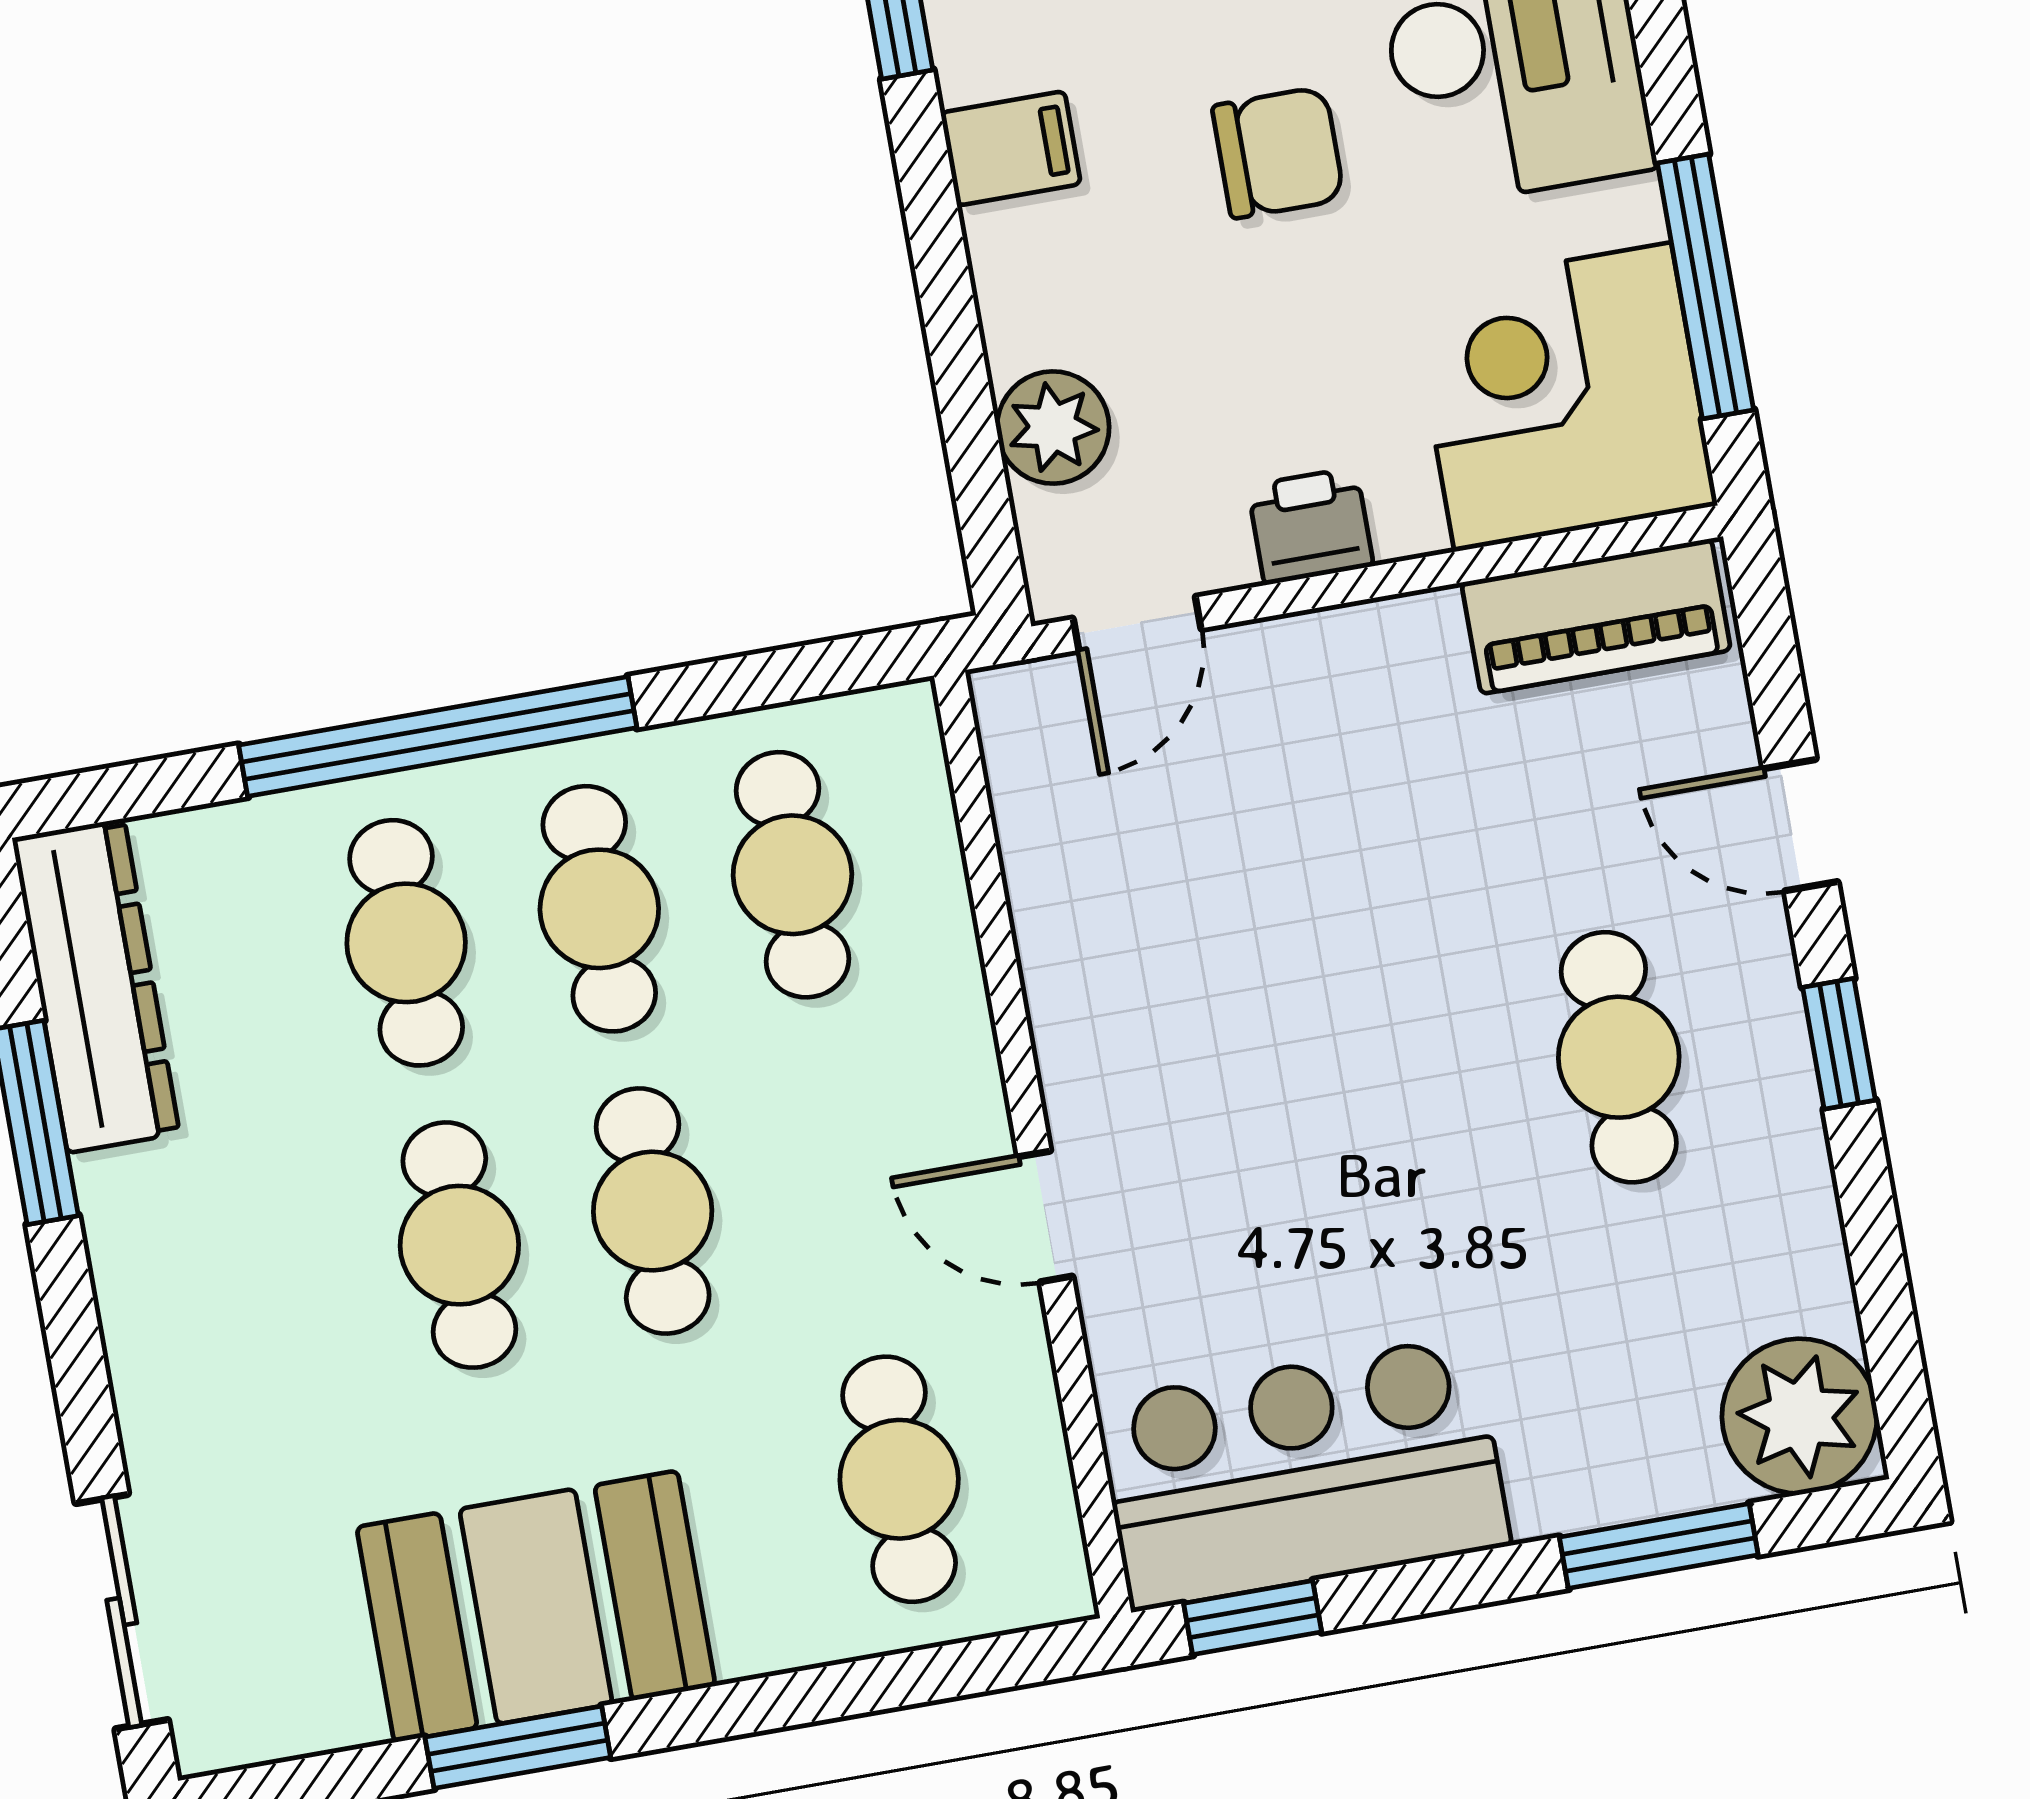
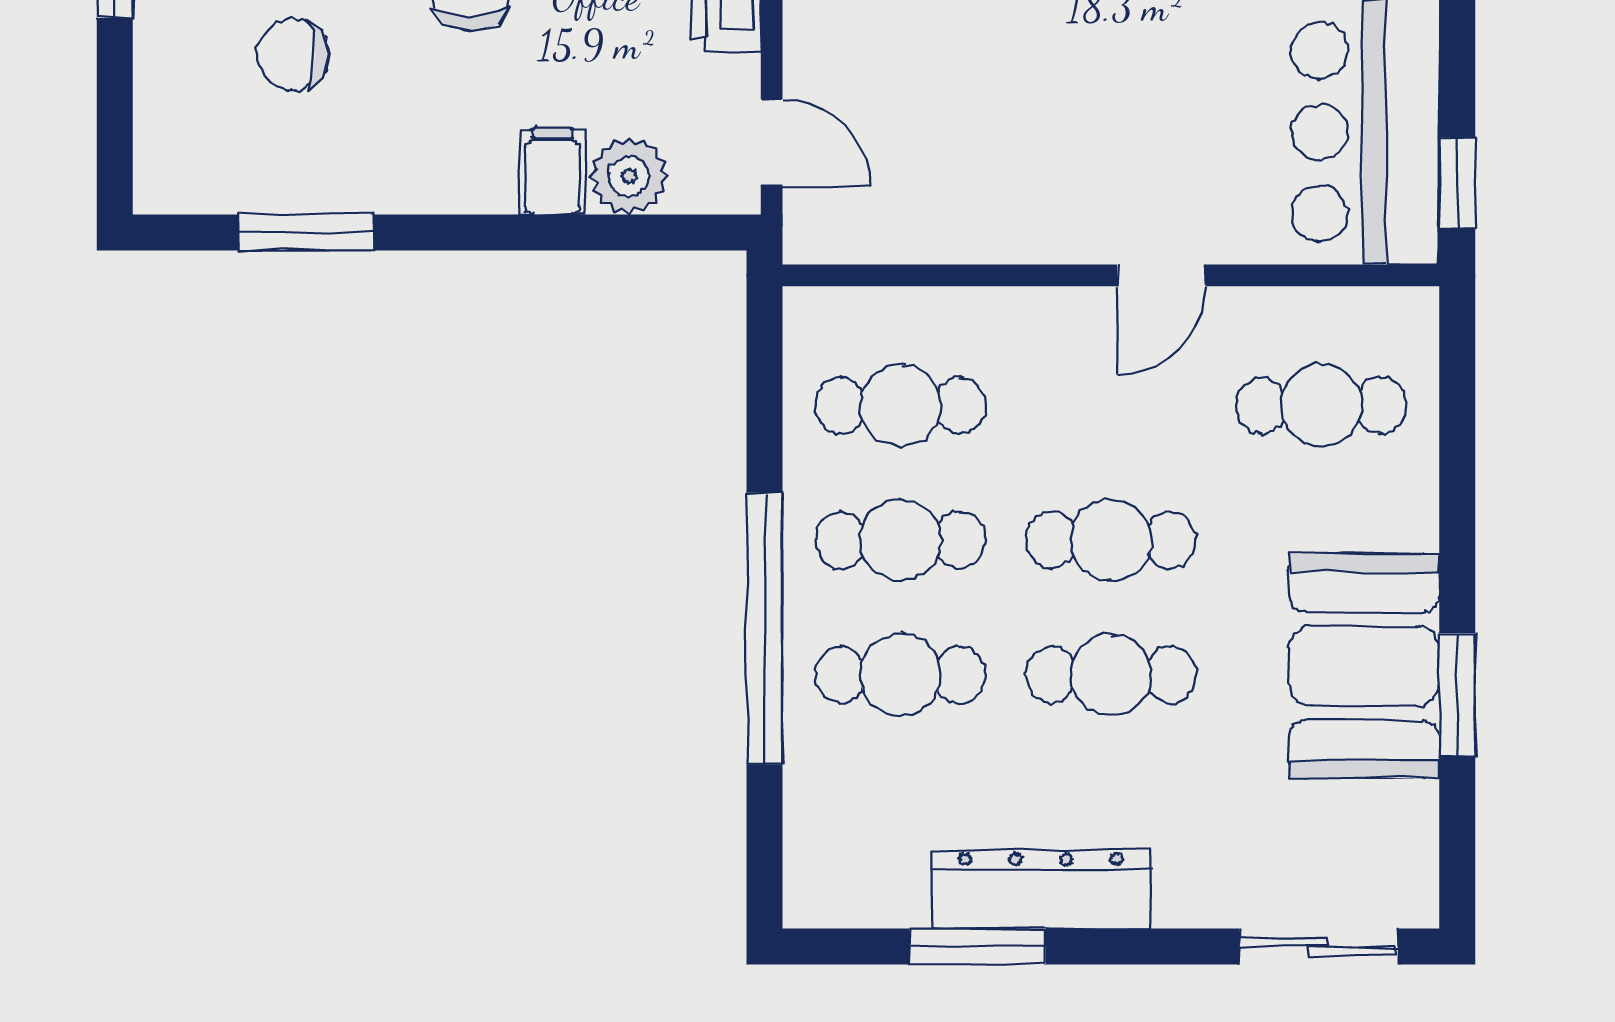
filing cabinet: (1011, 148) -> (552, 171), moved
dresser: (96, 986) -> (1041, 889), moved

